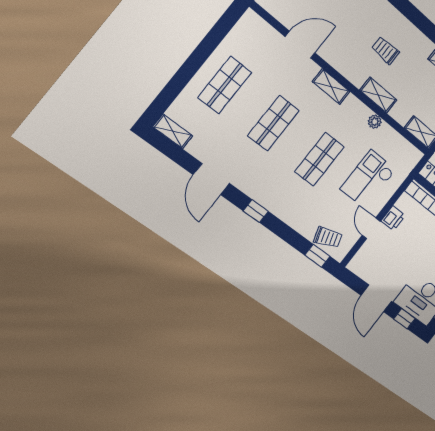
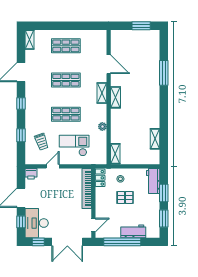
trolley: (385, 50) -> (138, 105), removed
shelving: (378, 95) -> (116, 97), moved
printer: (393, 218) -> (31, 174), moved
trolley: (328, 237) -> (41, 142), moved
window: (317, 256) -> (21, 135), moved

